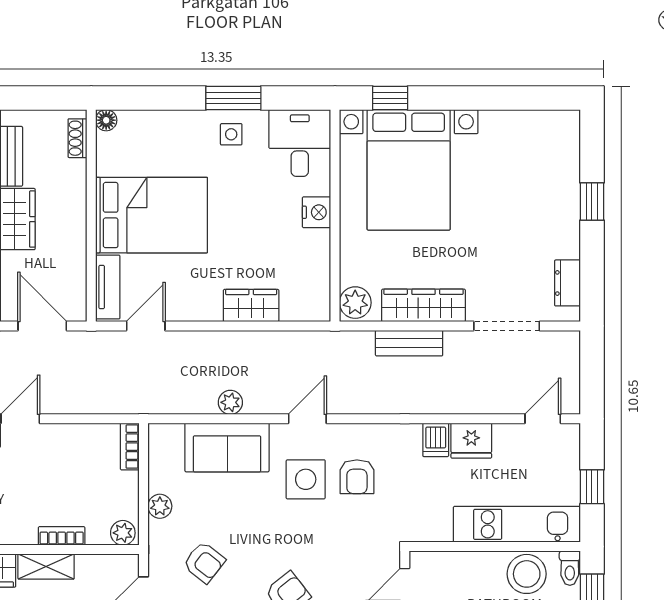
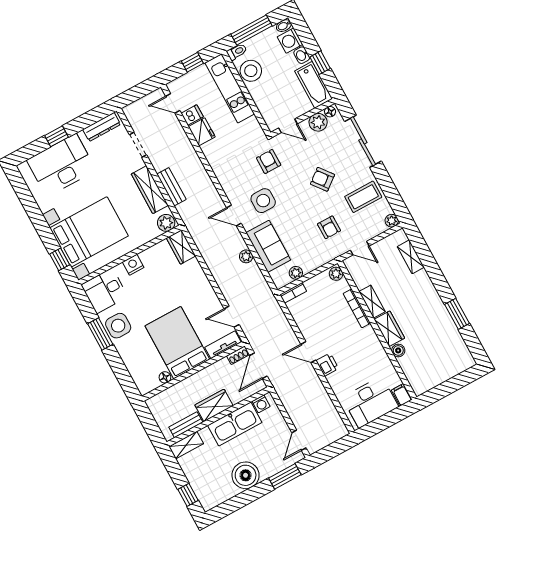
floor lamp: (106, 120) -> (165, 377), moved
side table: (231, 134) -> (118, 326), width x1.87, depth x1.87
shoe rack: (77, 138) -> (238, 355), moved
desk: (541, 184) -> (61, 165), added
dresser: (567, 283) -> (102, 127), width x1.44
wardrobe: (251, 305) -> (181, 247), moved
doorway: (507, 326) -> (138, 145), width x0.73
dishwasher: (436, 440) -> (192, 115), moved
armchair: (357, 477) -> (269, 161), moved, turned -90
plant: (160, 506) -> (296, 273), moved
bookcase: (62, 536) -> (357, 308), width x1.56
armchair: (204, 562) -> (329, 227), turned 142

